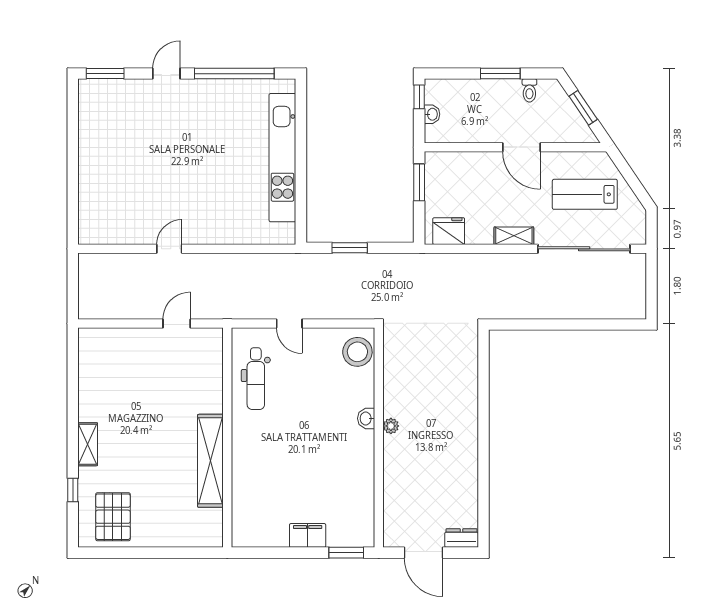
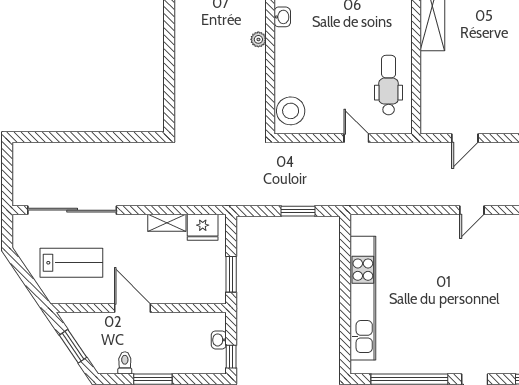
shelving: (514, 236) -> (167, 223), moved
washbasin: (366, 418) -> (282, 17), moved

